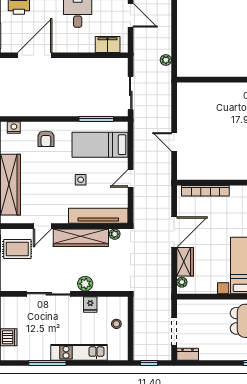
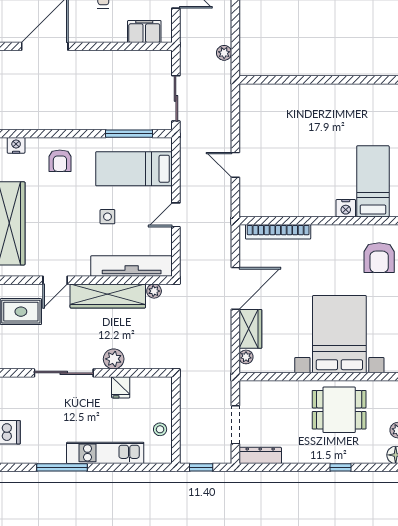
stool: (116, 324) -> (160, 429), moved
dresser: (188, 354) -> (260, 455), width x1.44

